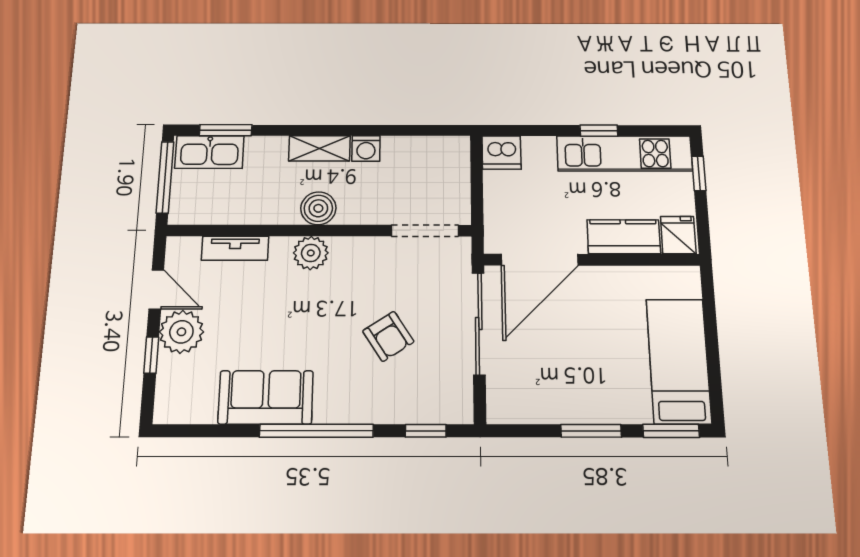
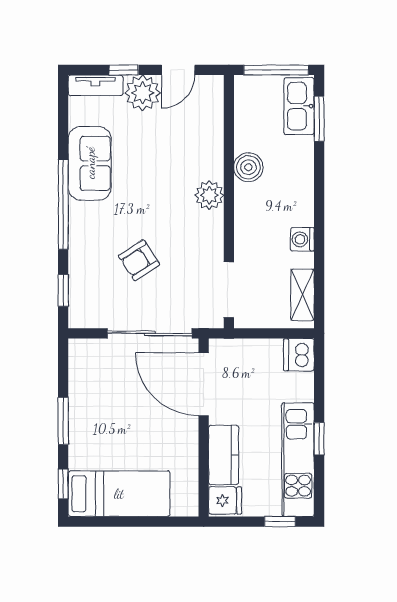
shelving: (319, 148) -> (302, 295), moved
boiler: (318, 208) -> (248, 167), moved
tv unit: (235, 248) -> (95, 85), moved, turned -90
window: (671, 431) -> (63, 484), width x0.67

